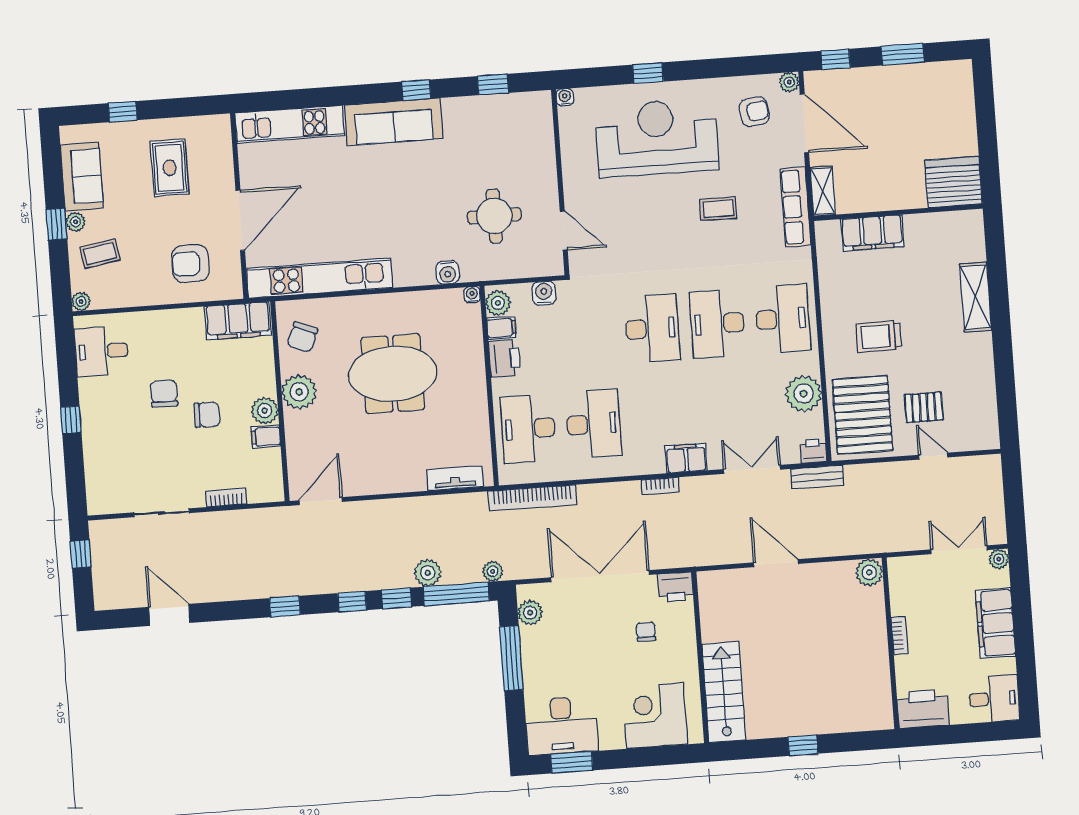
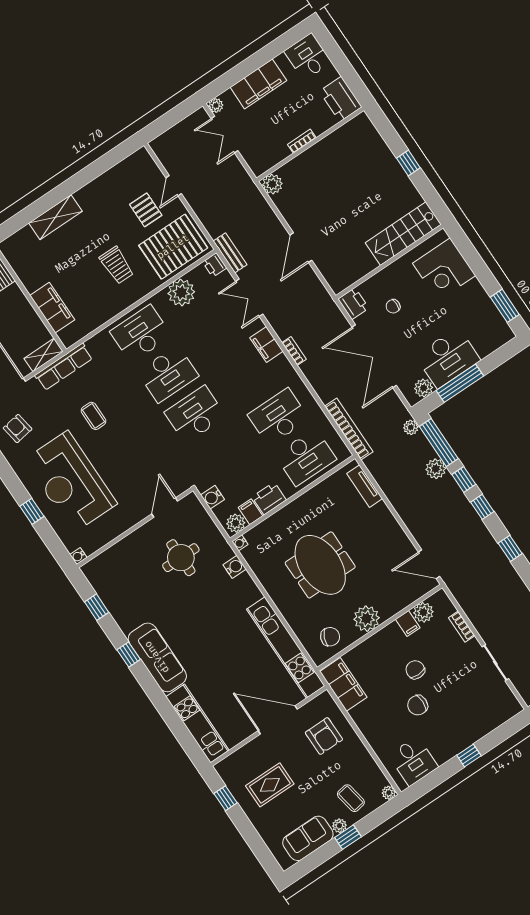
window: (123, 112) -> (225, 798), moved
plant: (265, 411) -> (423, 612), moved
desk: (561, 726) -> (448, 358), moved, turned 90

